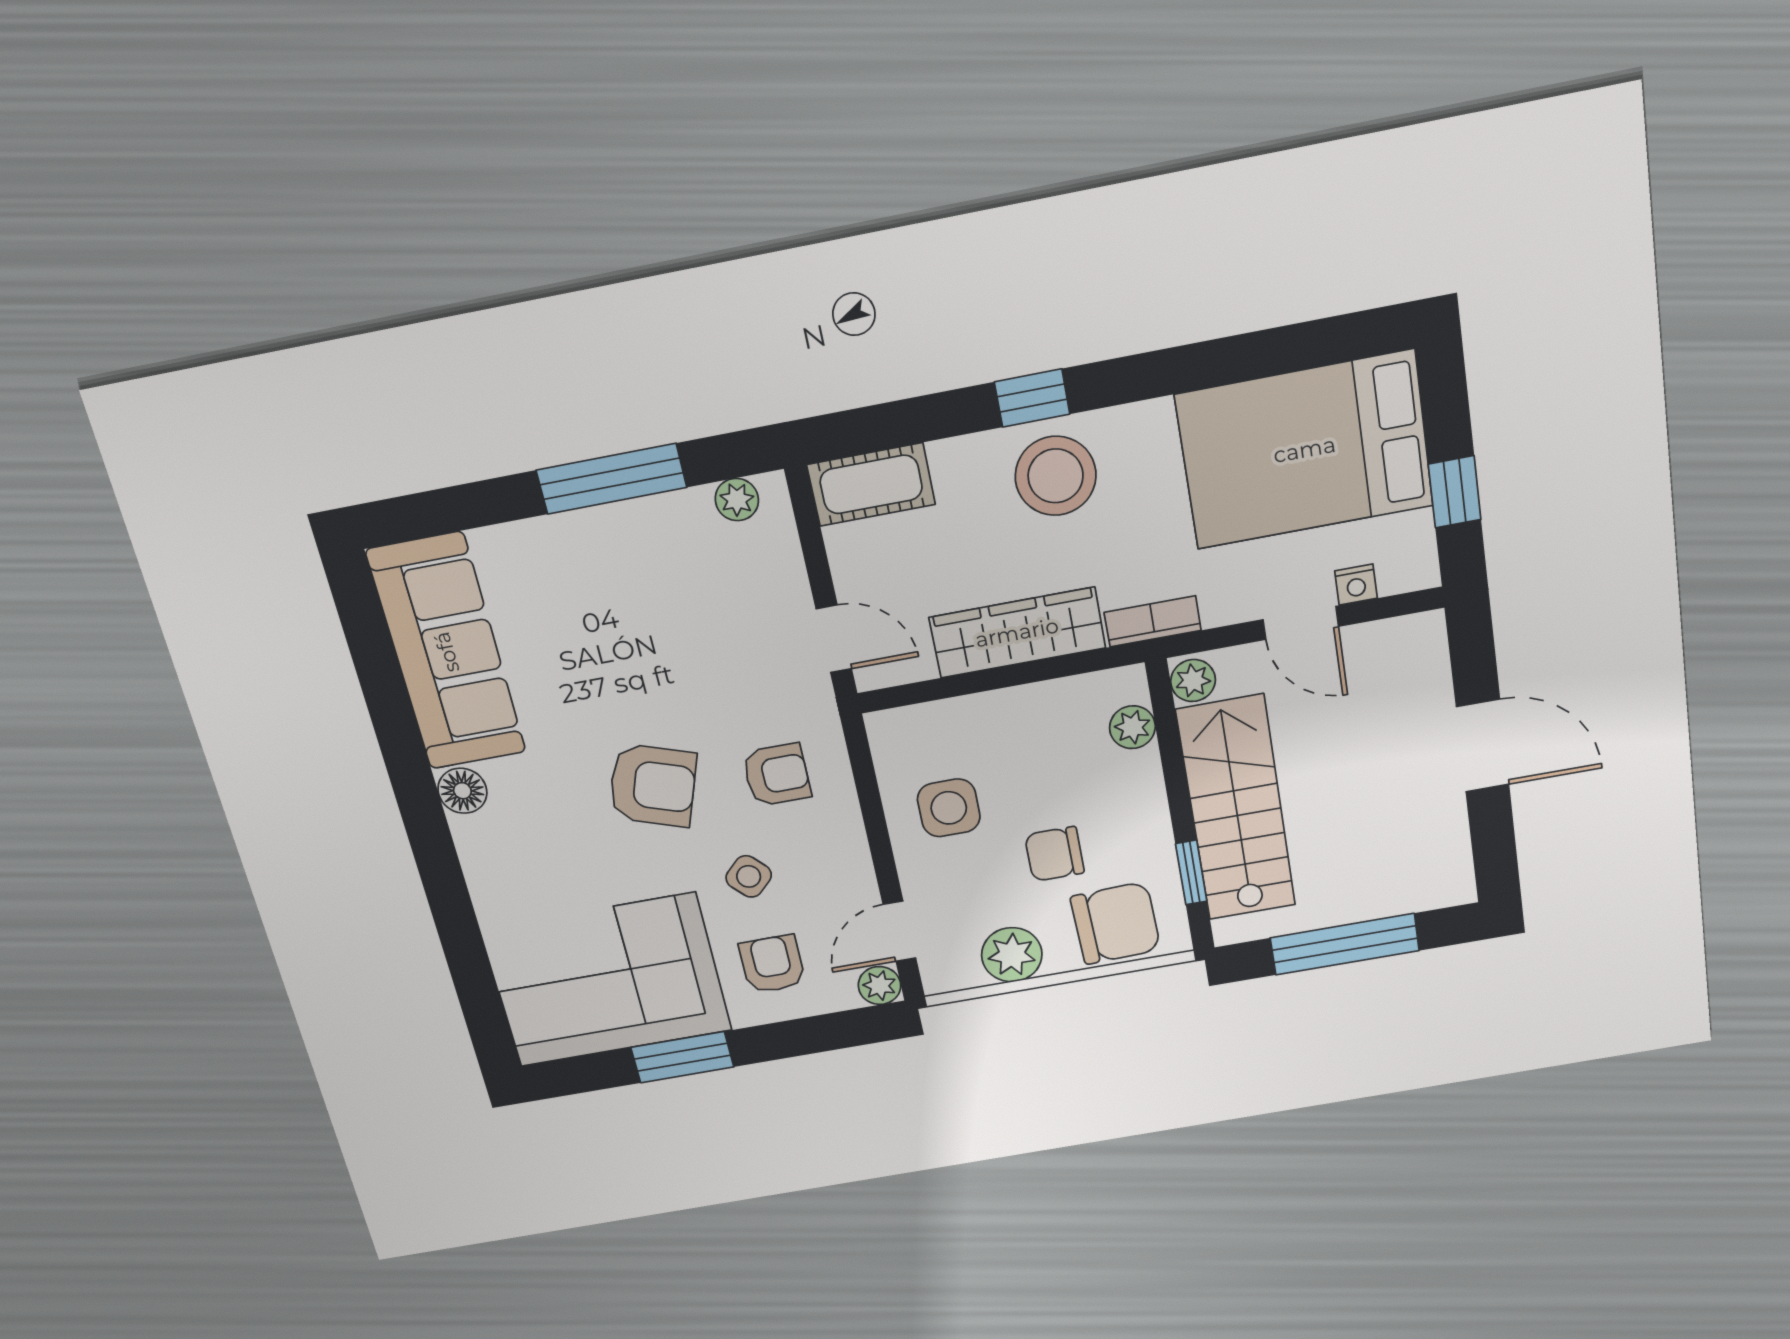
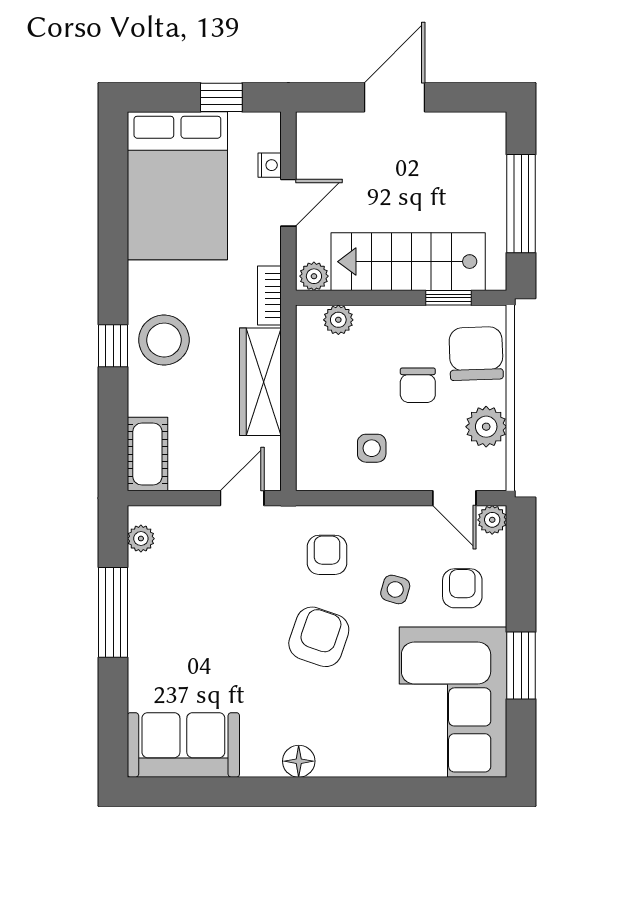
sofa: (447, 652) -> (183, 745), width x0.73
side table: (949, 808) -> (372, 448), width x0.73, depth x0.73
side table: (749, 876) -> (395, 589), turned -30
armchair: (772, 964) -> (462, 588), turned 90

